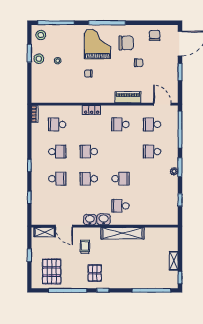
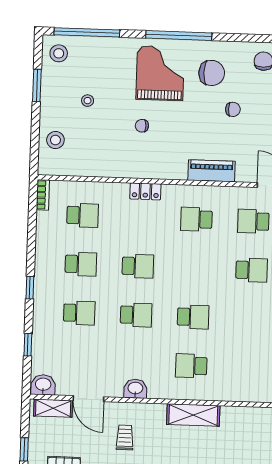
stool: (39, 59) -> (55, 140), moved
school desk: (57, 124) -> (83, 215), turned 180
school desk: (89, 152) -> (138, 266), turned 180
school desk: (152, 152) -> (252, 270), turned 180
school desk: (89, 179) -> (136, 315), turned 180
washbasin: (104, 219) -> (43, 385), moved
shelving: (122, 233) -> (193, 415), width x0.68

